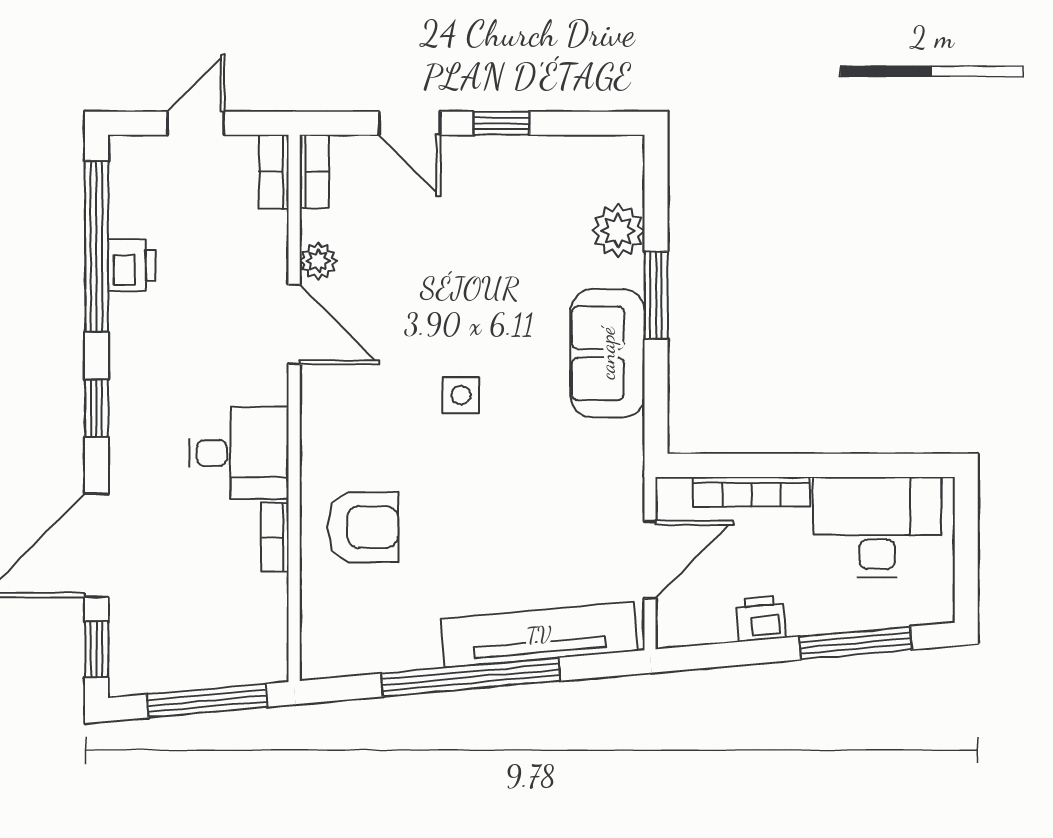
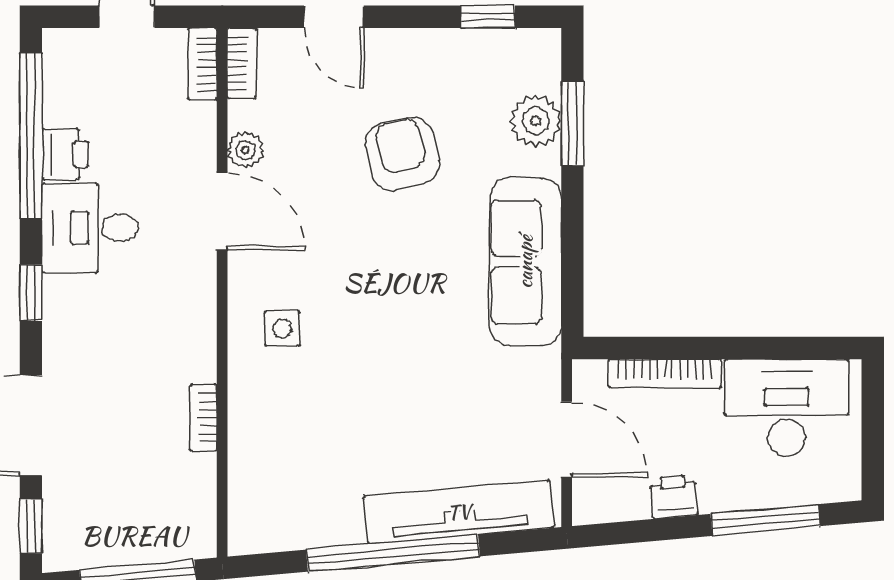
window: (501, 123) -> (488, 17), moved
window: (656, 295) -> (572, 124), moved
sofa: (607, 353) -> (525, 262), width x1.36
side table: (461, 395) -> (282, 329), moved
desk: (239, 453) -> (90, 228), moved, turned 180
armchair: (363, 527) -> (402, 154), moved, turned -103
door: (650, 560) -> (567, 439), hinge flipped

